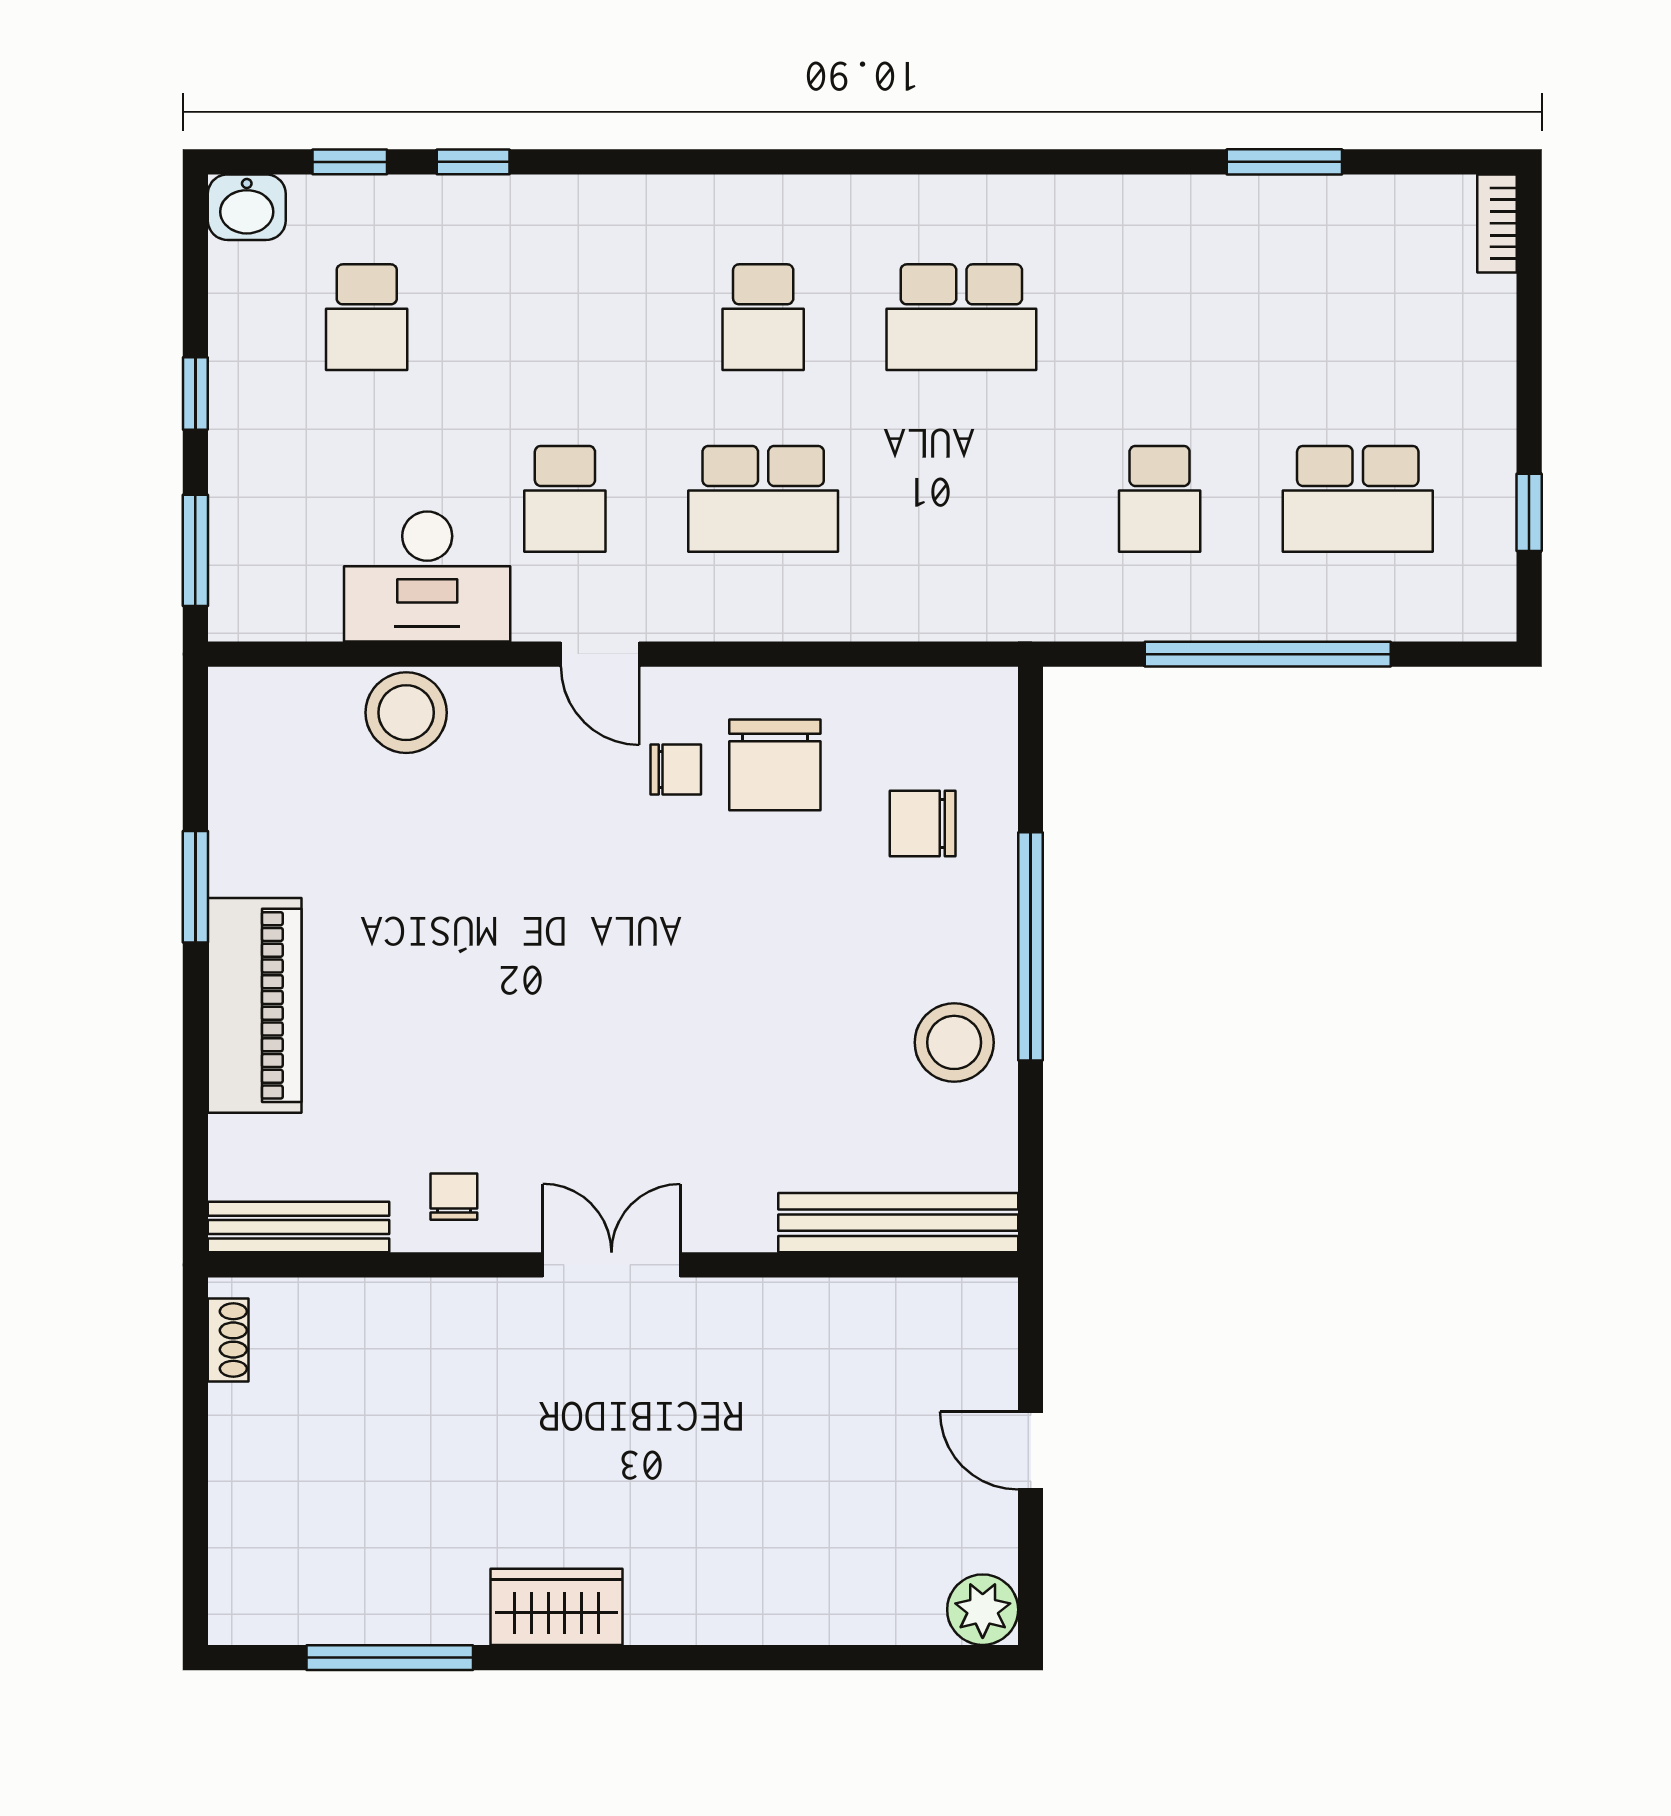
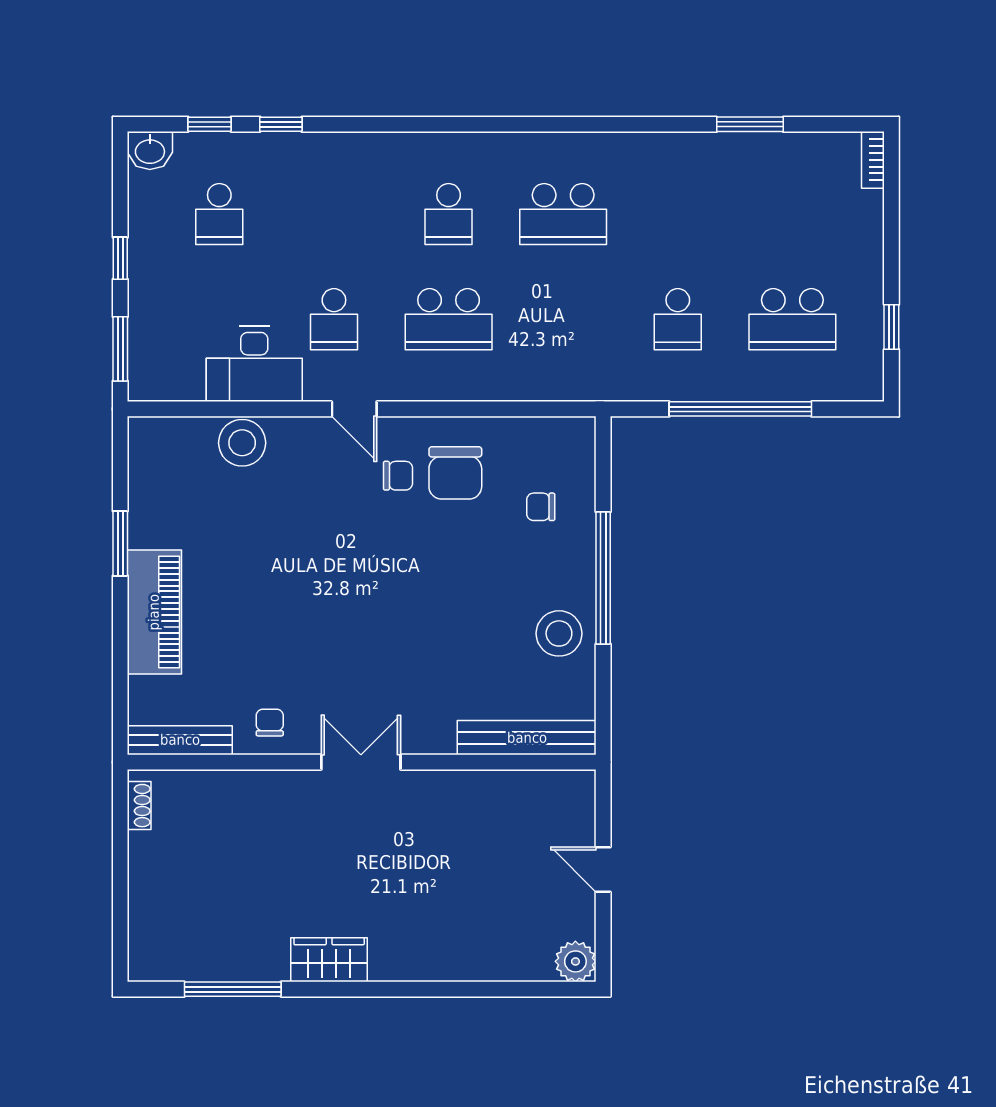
chair: (923, 823) -> (541, 507), width x0.73, depth x0.73

